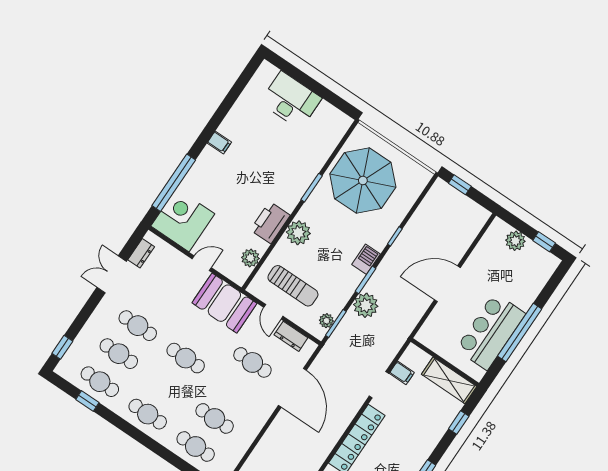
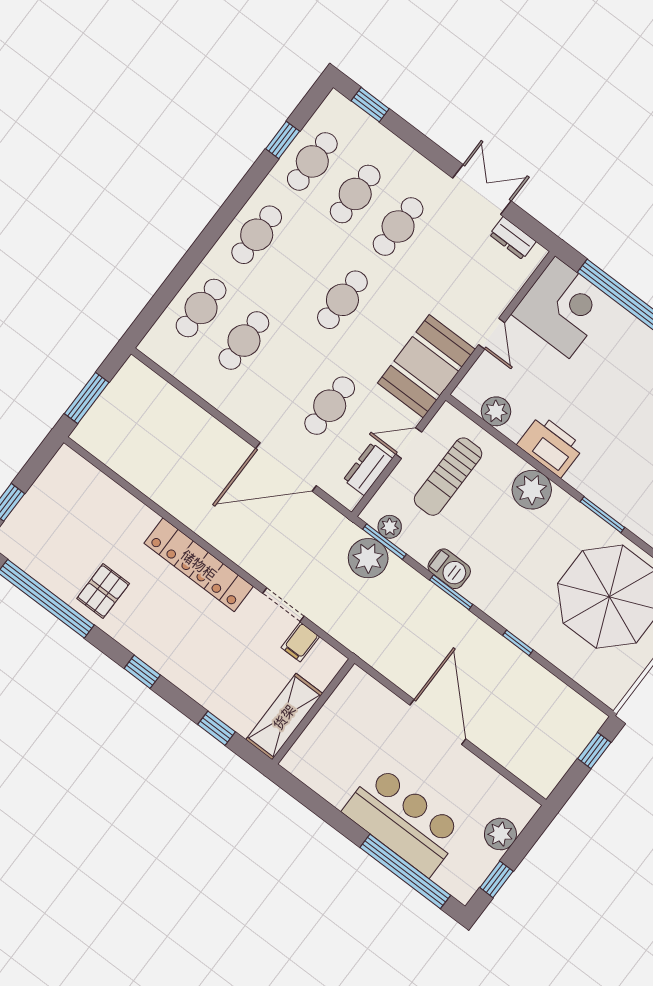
barbecue: (366, 259) -> (449, 569), moved
plant: (366, 305) -> (368, 558), moved
bar counter: (491, 331) -> (403, 821), moved
window: (520, 332) -> (405, 871), moved

